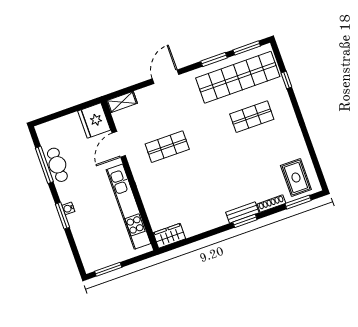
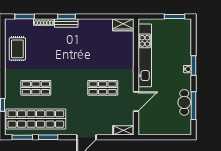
fridge: (94, 120) -> (147, 124), removed
rug: (296, 178) -> (17, 49), moved

